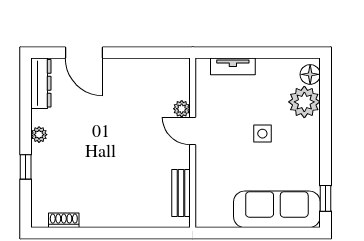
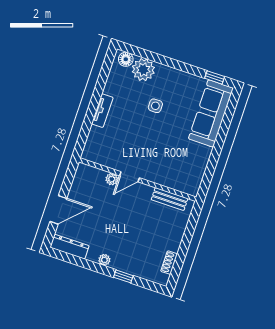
plant: (182, 109) -> (112, 179), moved
door: (193, 131) -> (130, 177), moved
wall: (193, 143) -> (138, 179), moved
bench: (181, 193) -> (170, 199), moved

